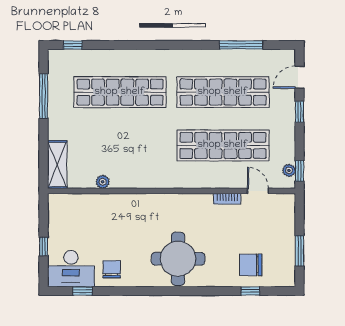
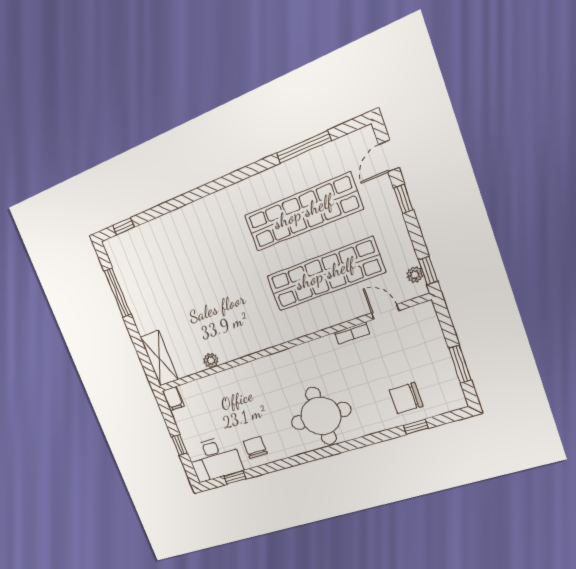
shop shelf: (120, 92) -> (191, 258), removed
filing cabinet: (55, 203) -> (173, 399), added

